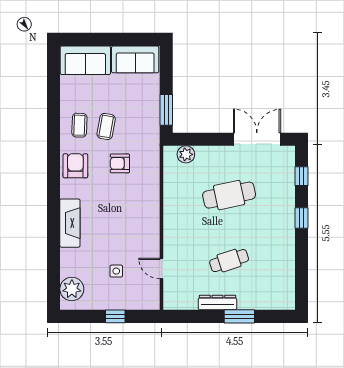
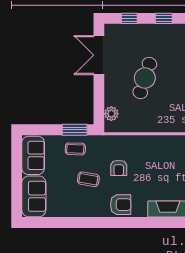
coffee table: (79, 125) -> (75, 149), moved
armchair: (75, 166) -> (121, 205), turned 180
cafe table: (229, 195) -> (145, 78), turned 30

